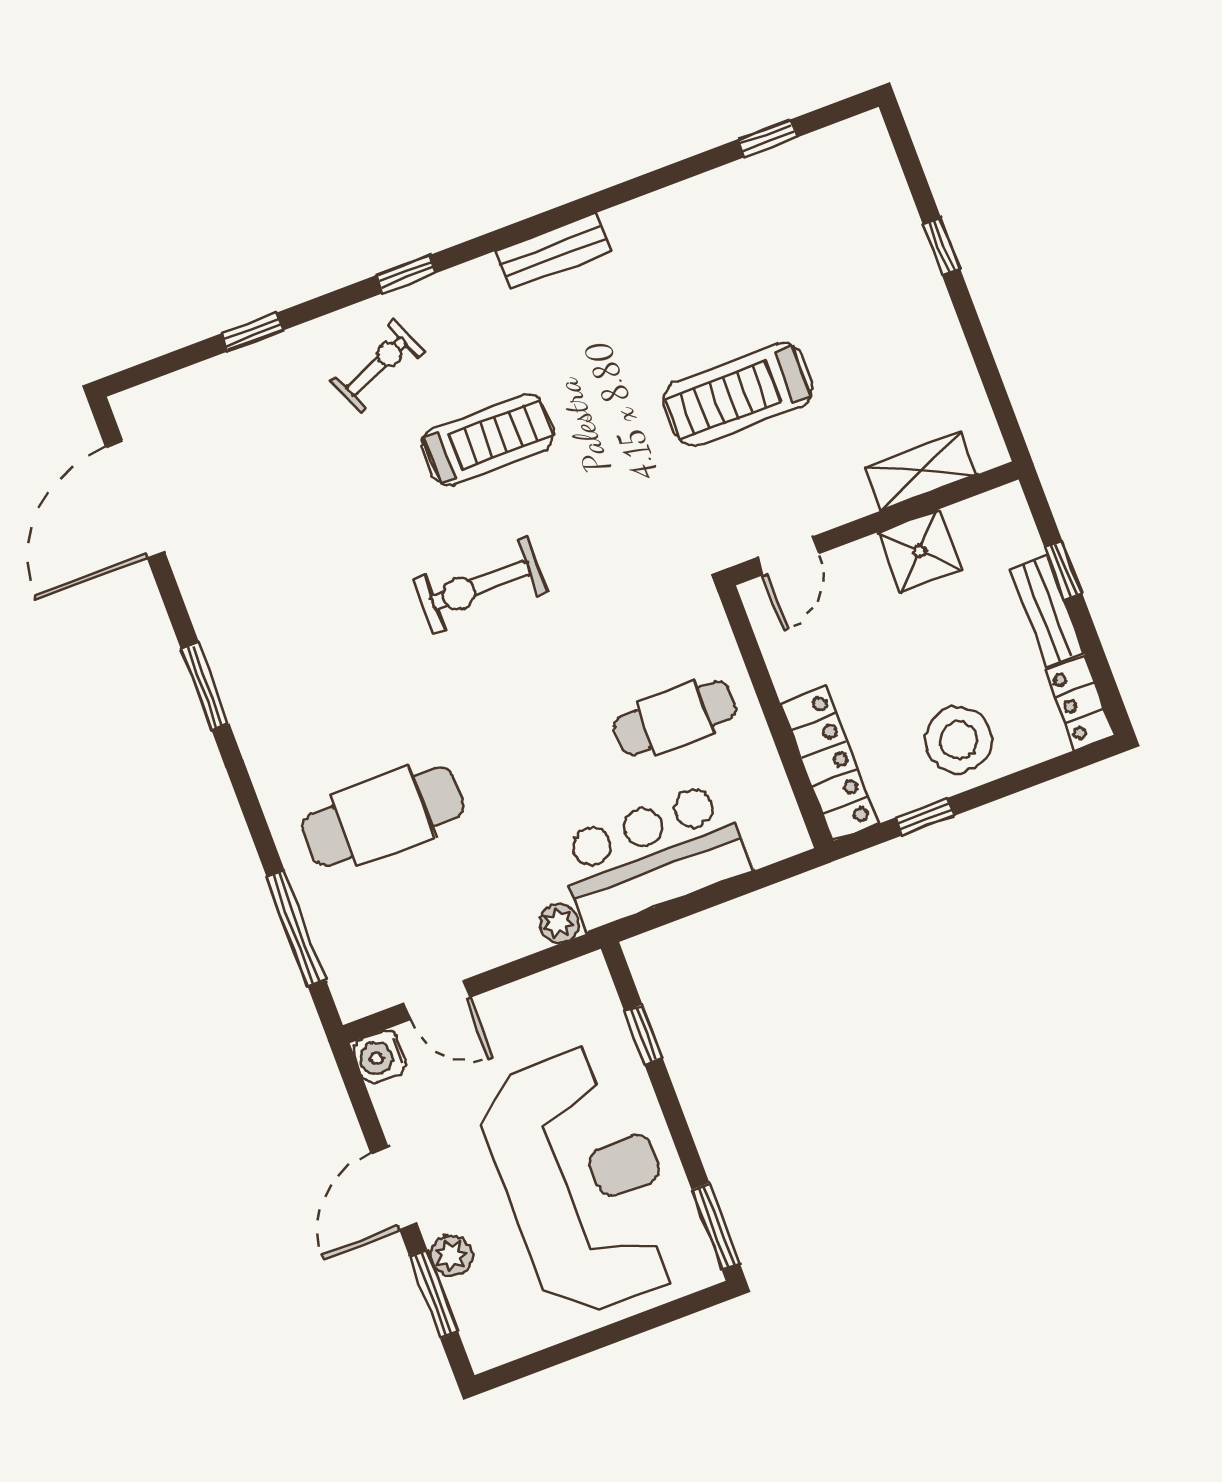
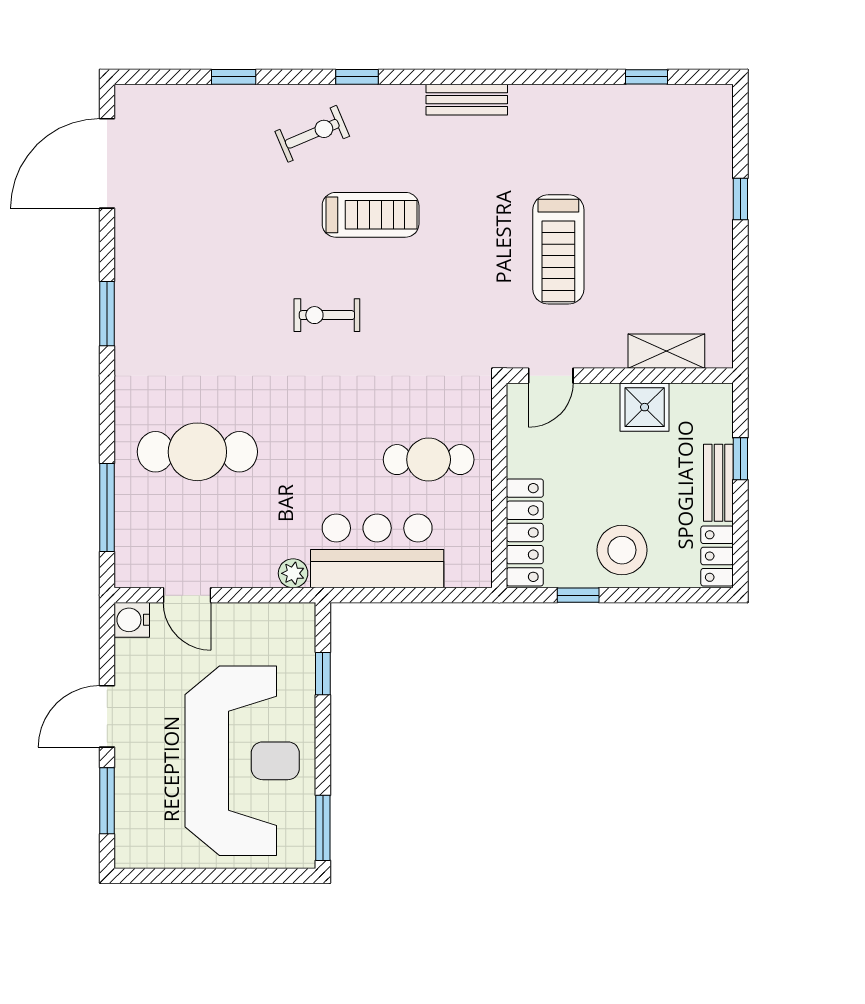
treadmill: (738, 395) -> (558, 249), turned -90
exercise bike: (480, 585) -> (327, 315), width x0.73, depth x0.72
plant: (451, 1256) -> (130, 779), removed

